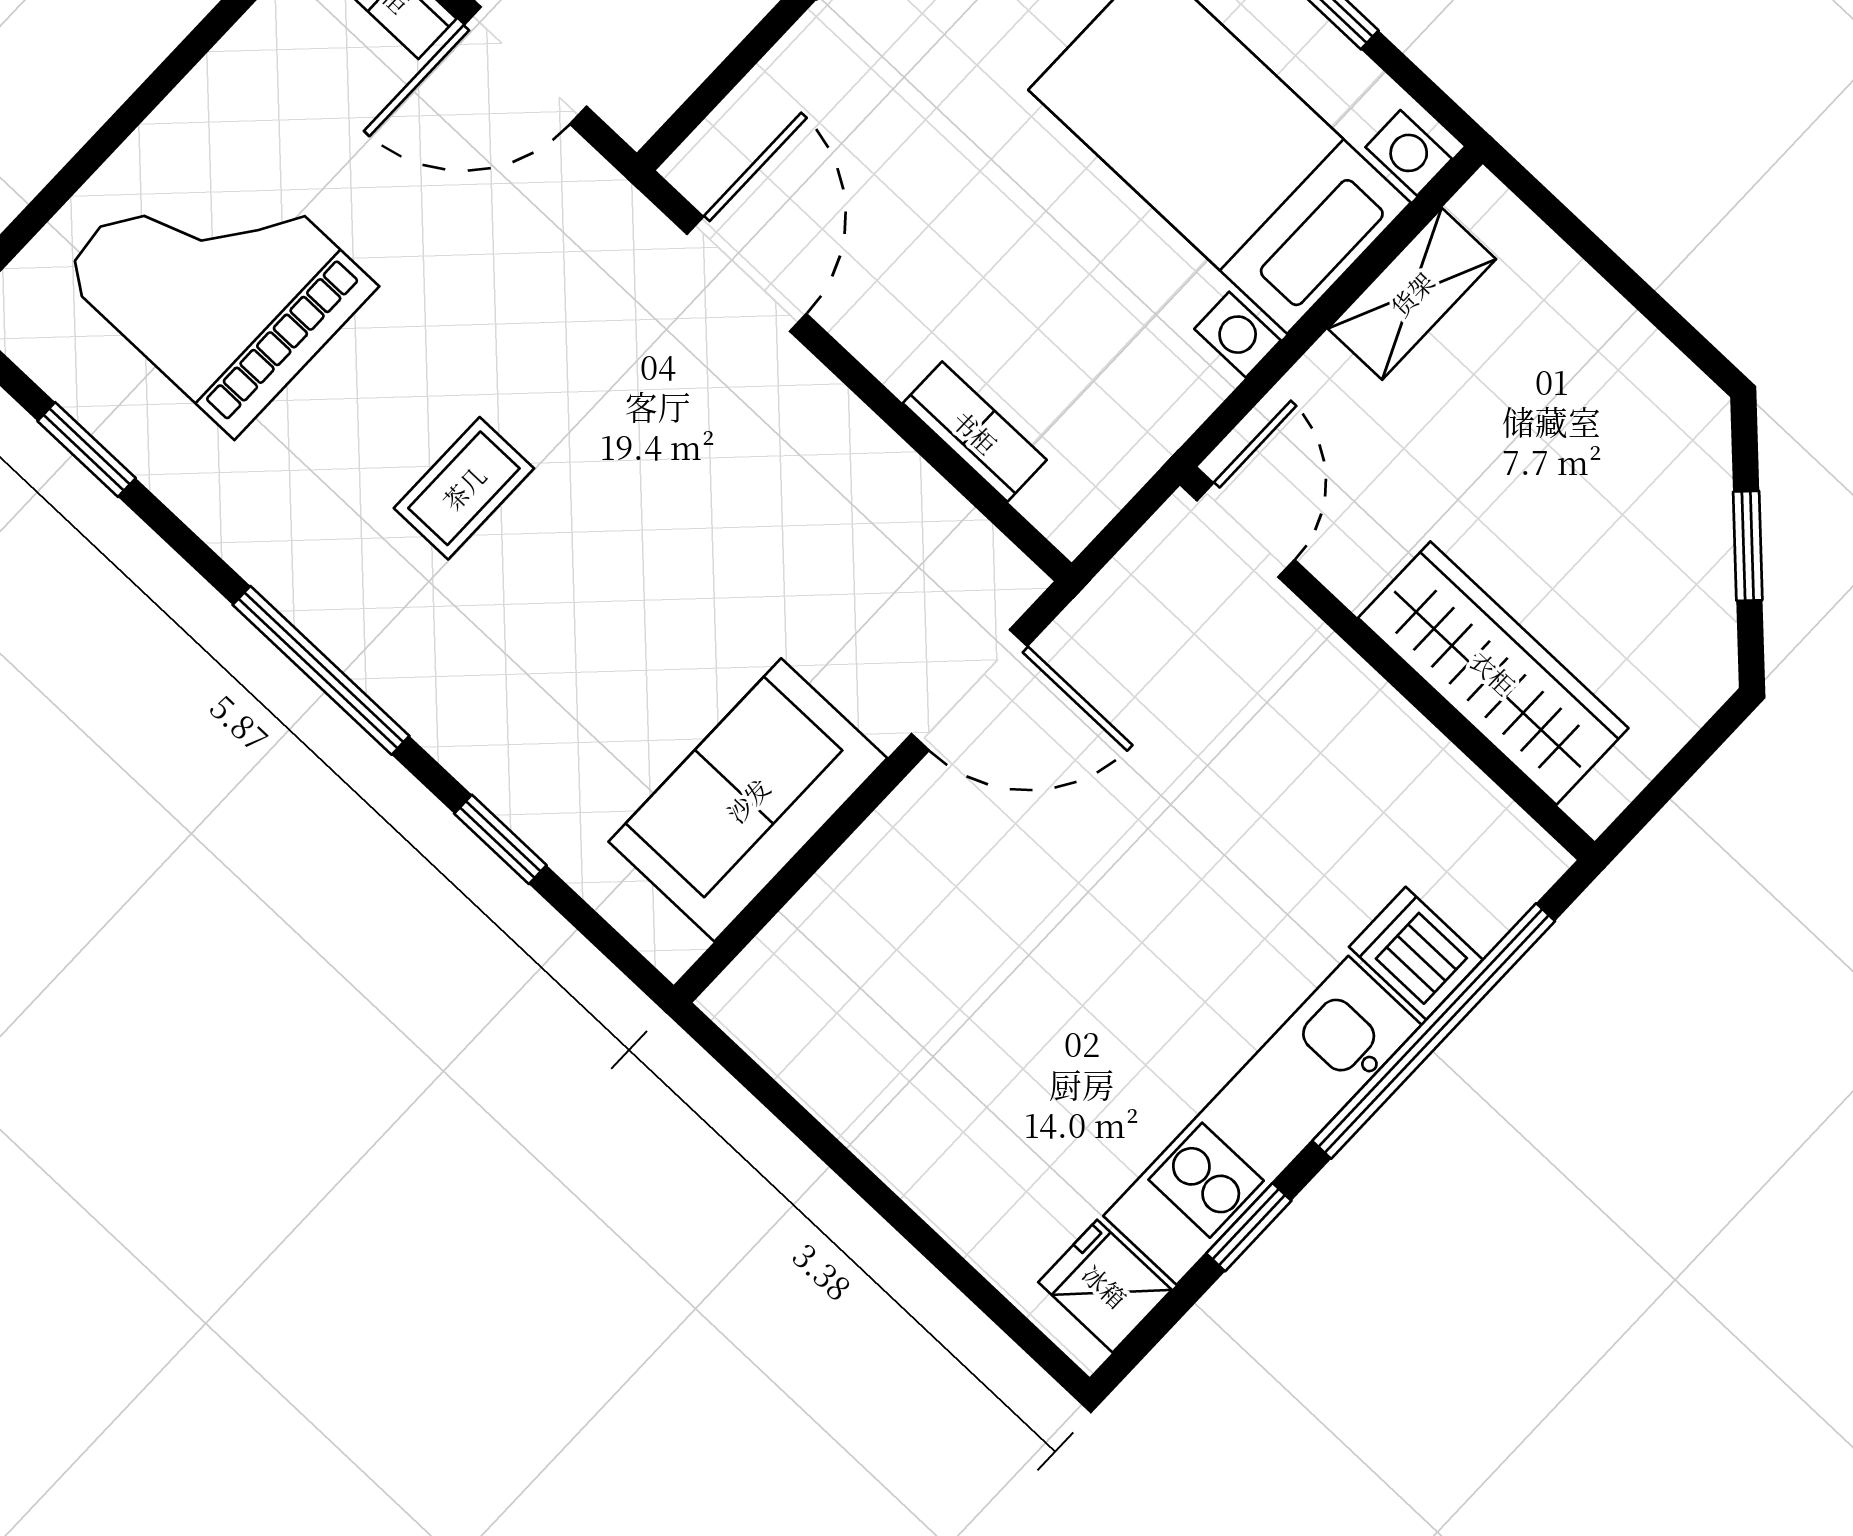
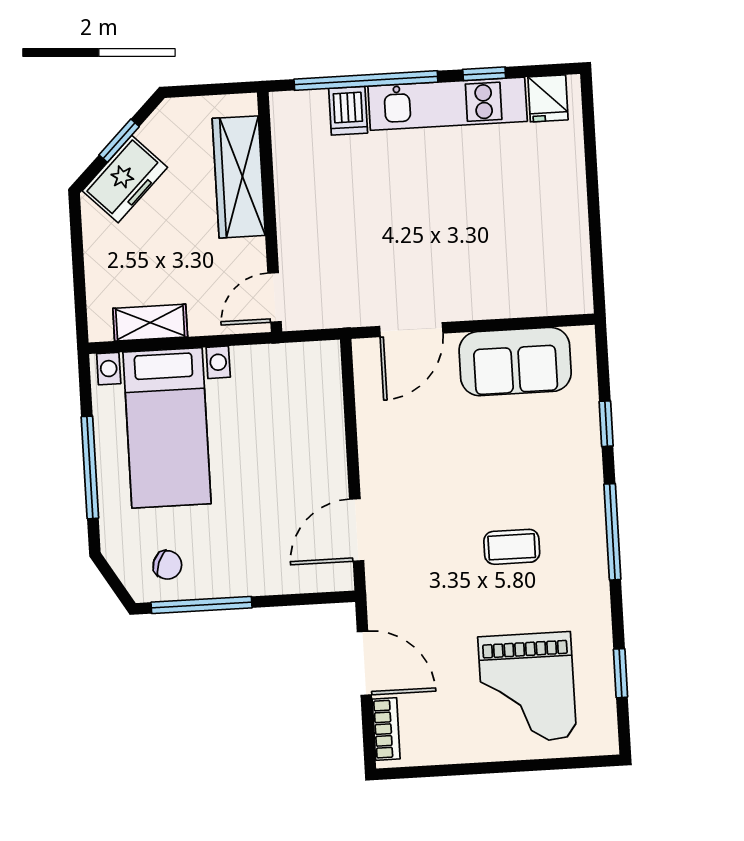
bookcase: (975, 432) -> (331, 411), removed
freezer: (1678, 491) -> (125, 179), added
door: (969, 690) -> (411, 330), swing flipped

